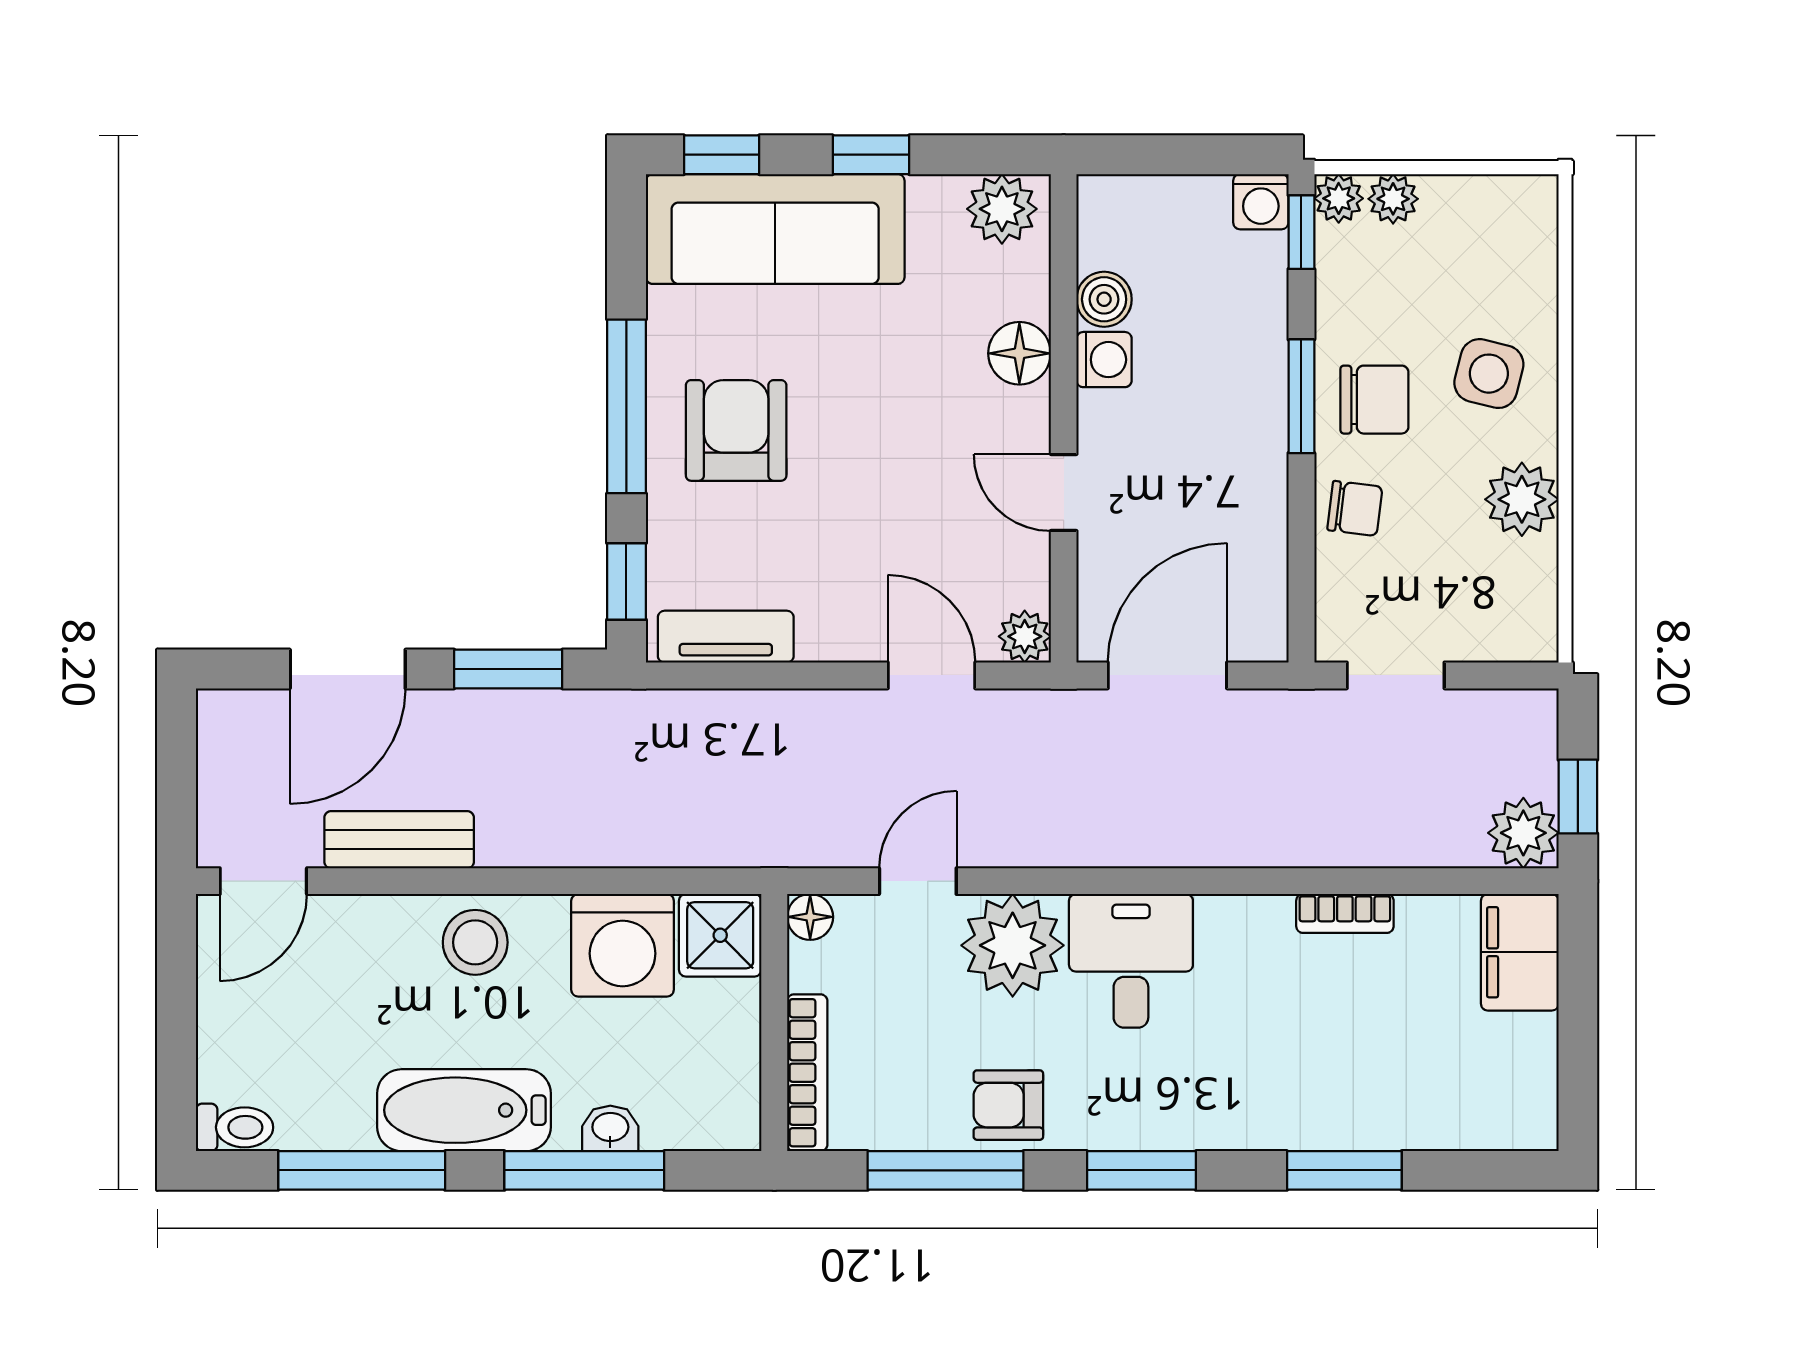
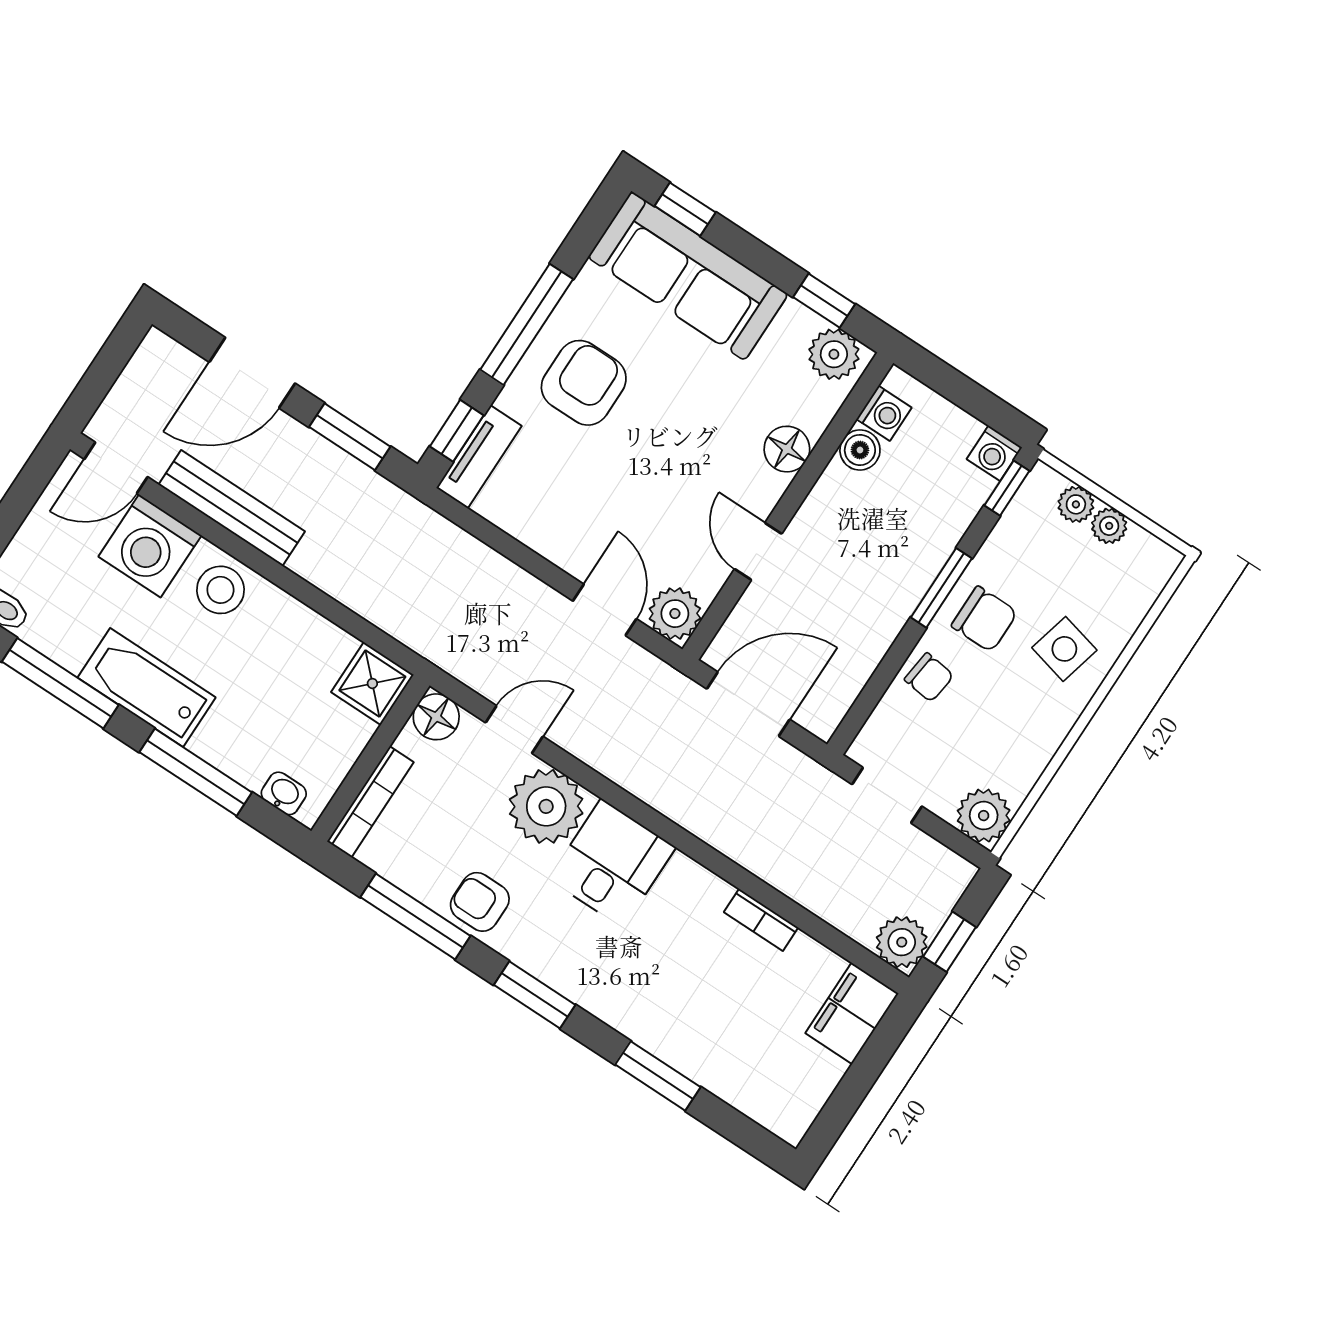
window: (871, 155) -> (824, 301), moved
plant: (1339, 198) -> (1109, 526), moved
washing machine: (1104, 360) -> (884, 413), moved
plant: (1522, 499) -> (984, 816), moved
plant: (1025, 636) -> (675, 614), width x1.38, depth x1.38
tv unit: (726, 637) -> (479, 457), moved, turned 90
bench: (399, 840) -> (232, 508), width x1.36
floor lamp: (810, 917) -> (436, 717), width x1.37, depth x1.37
washing machine: (623, 945) -> (150, 546), moved
washbasin: (610, 1128) -> (284, 793), moved

